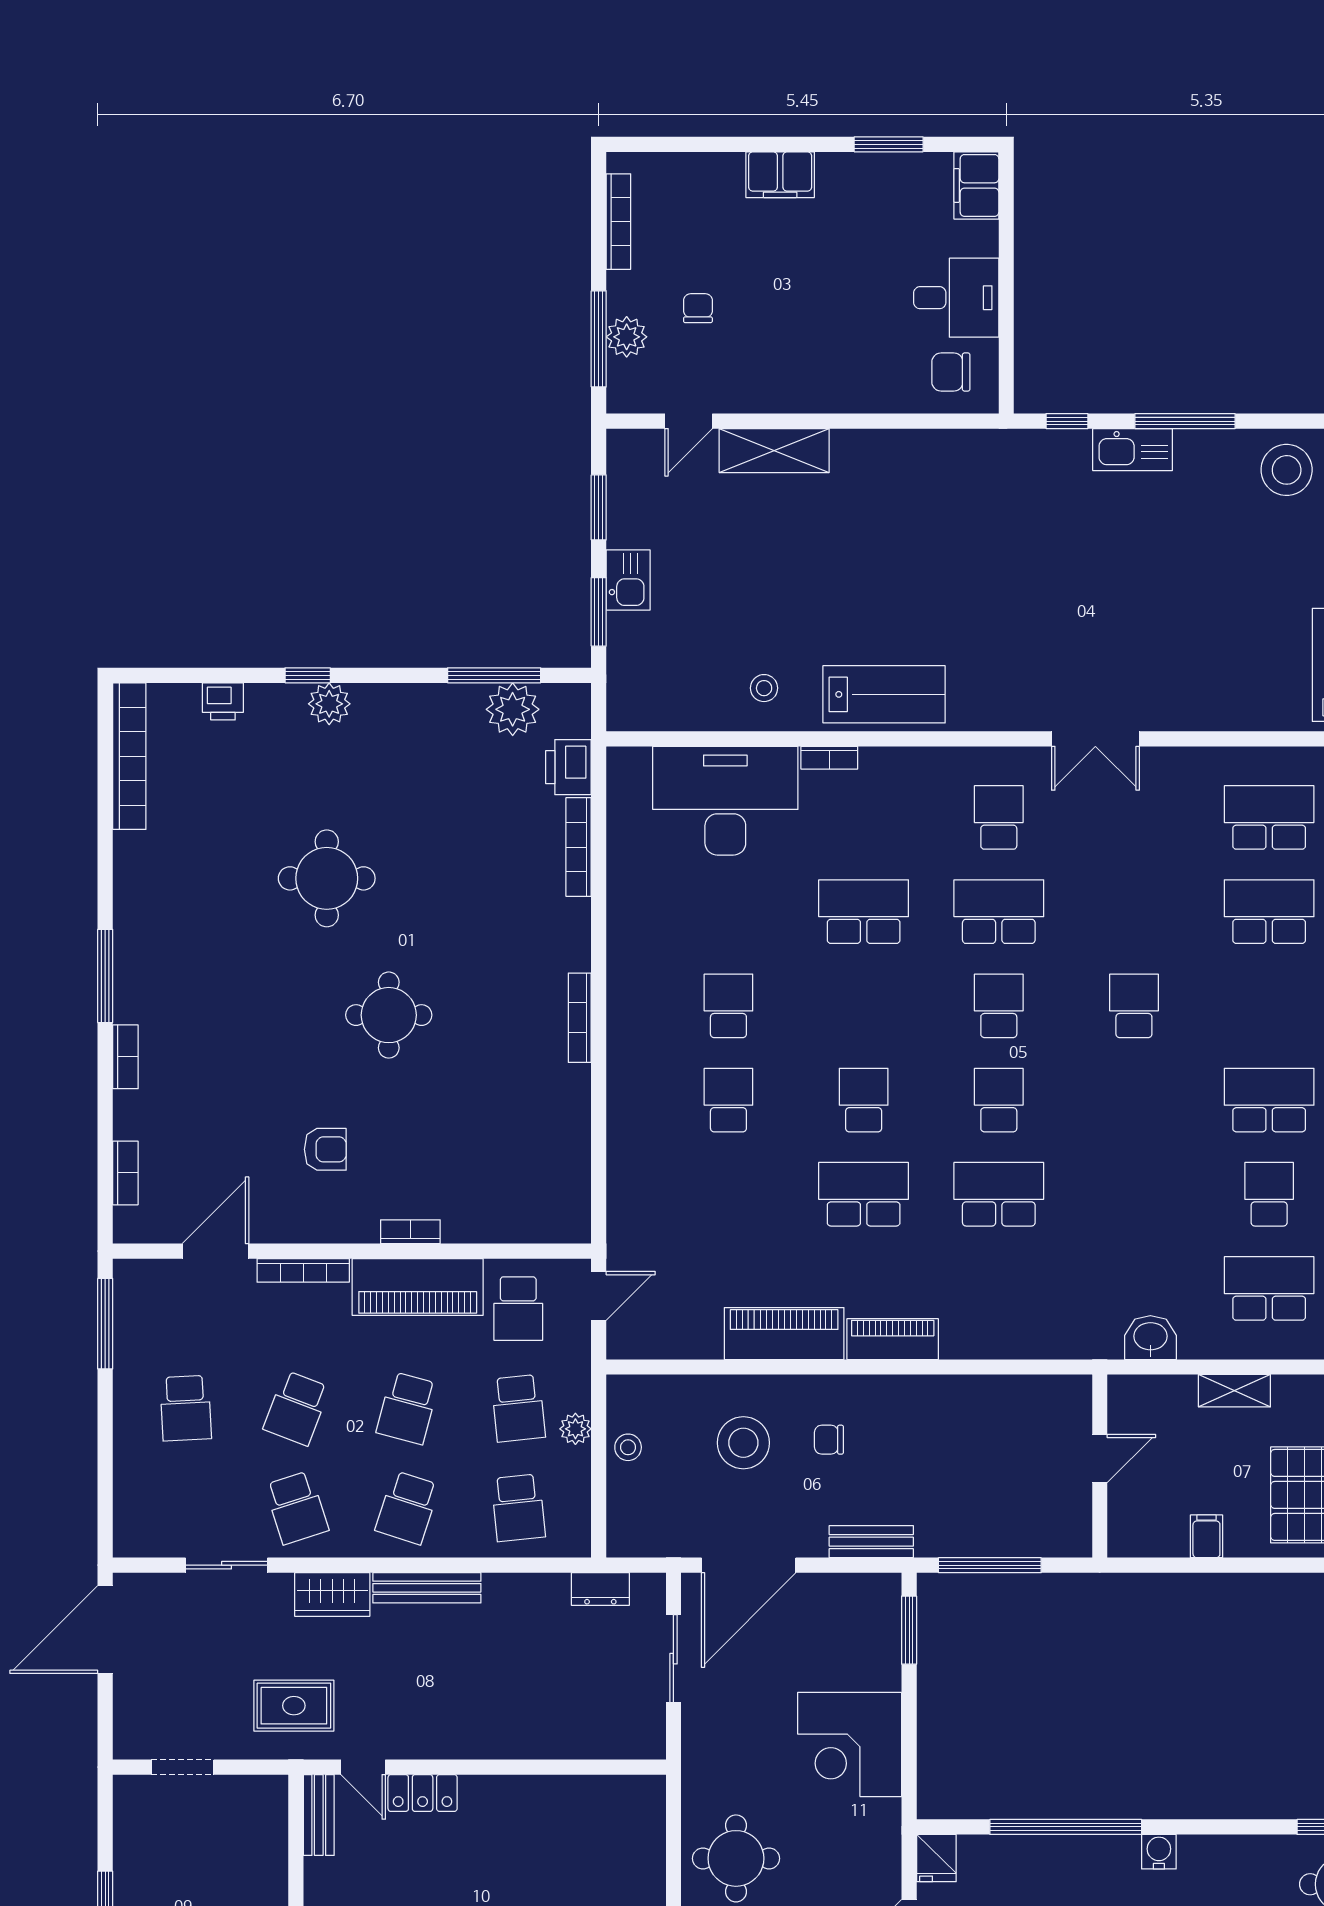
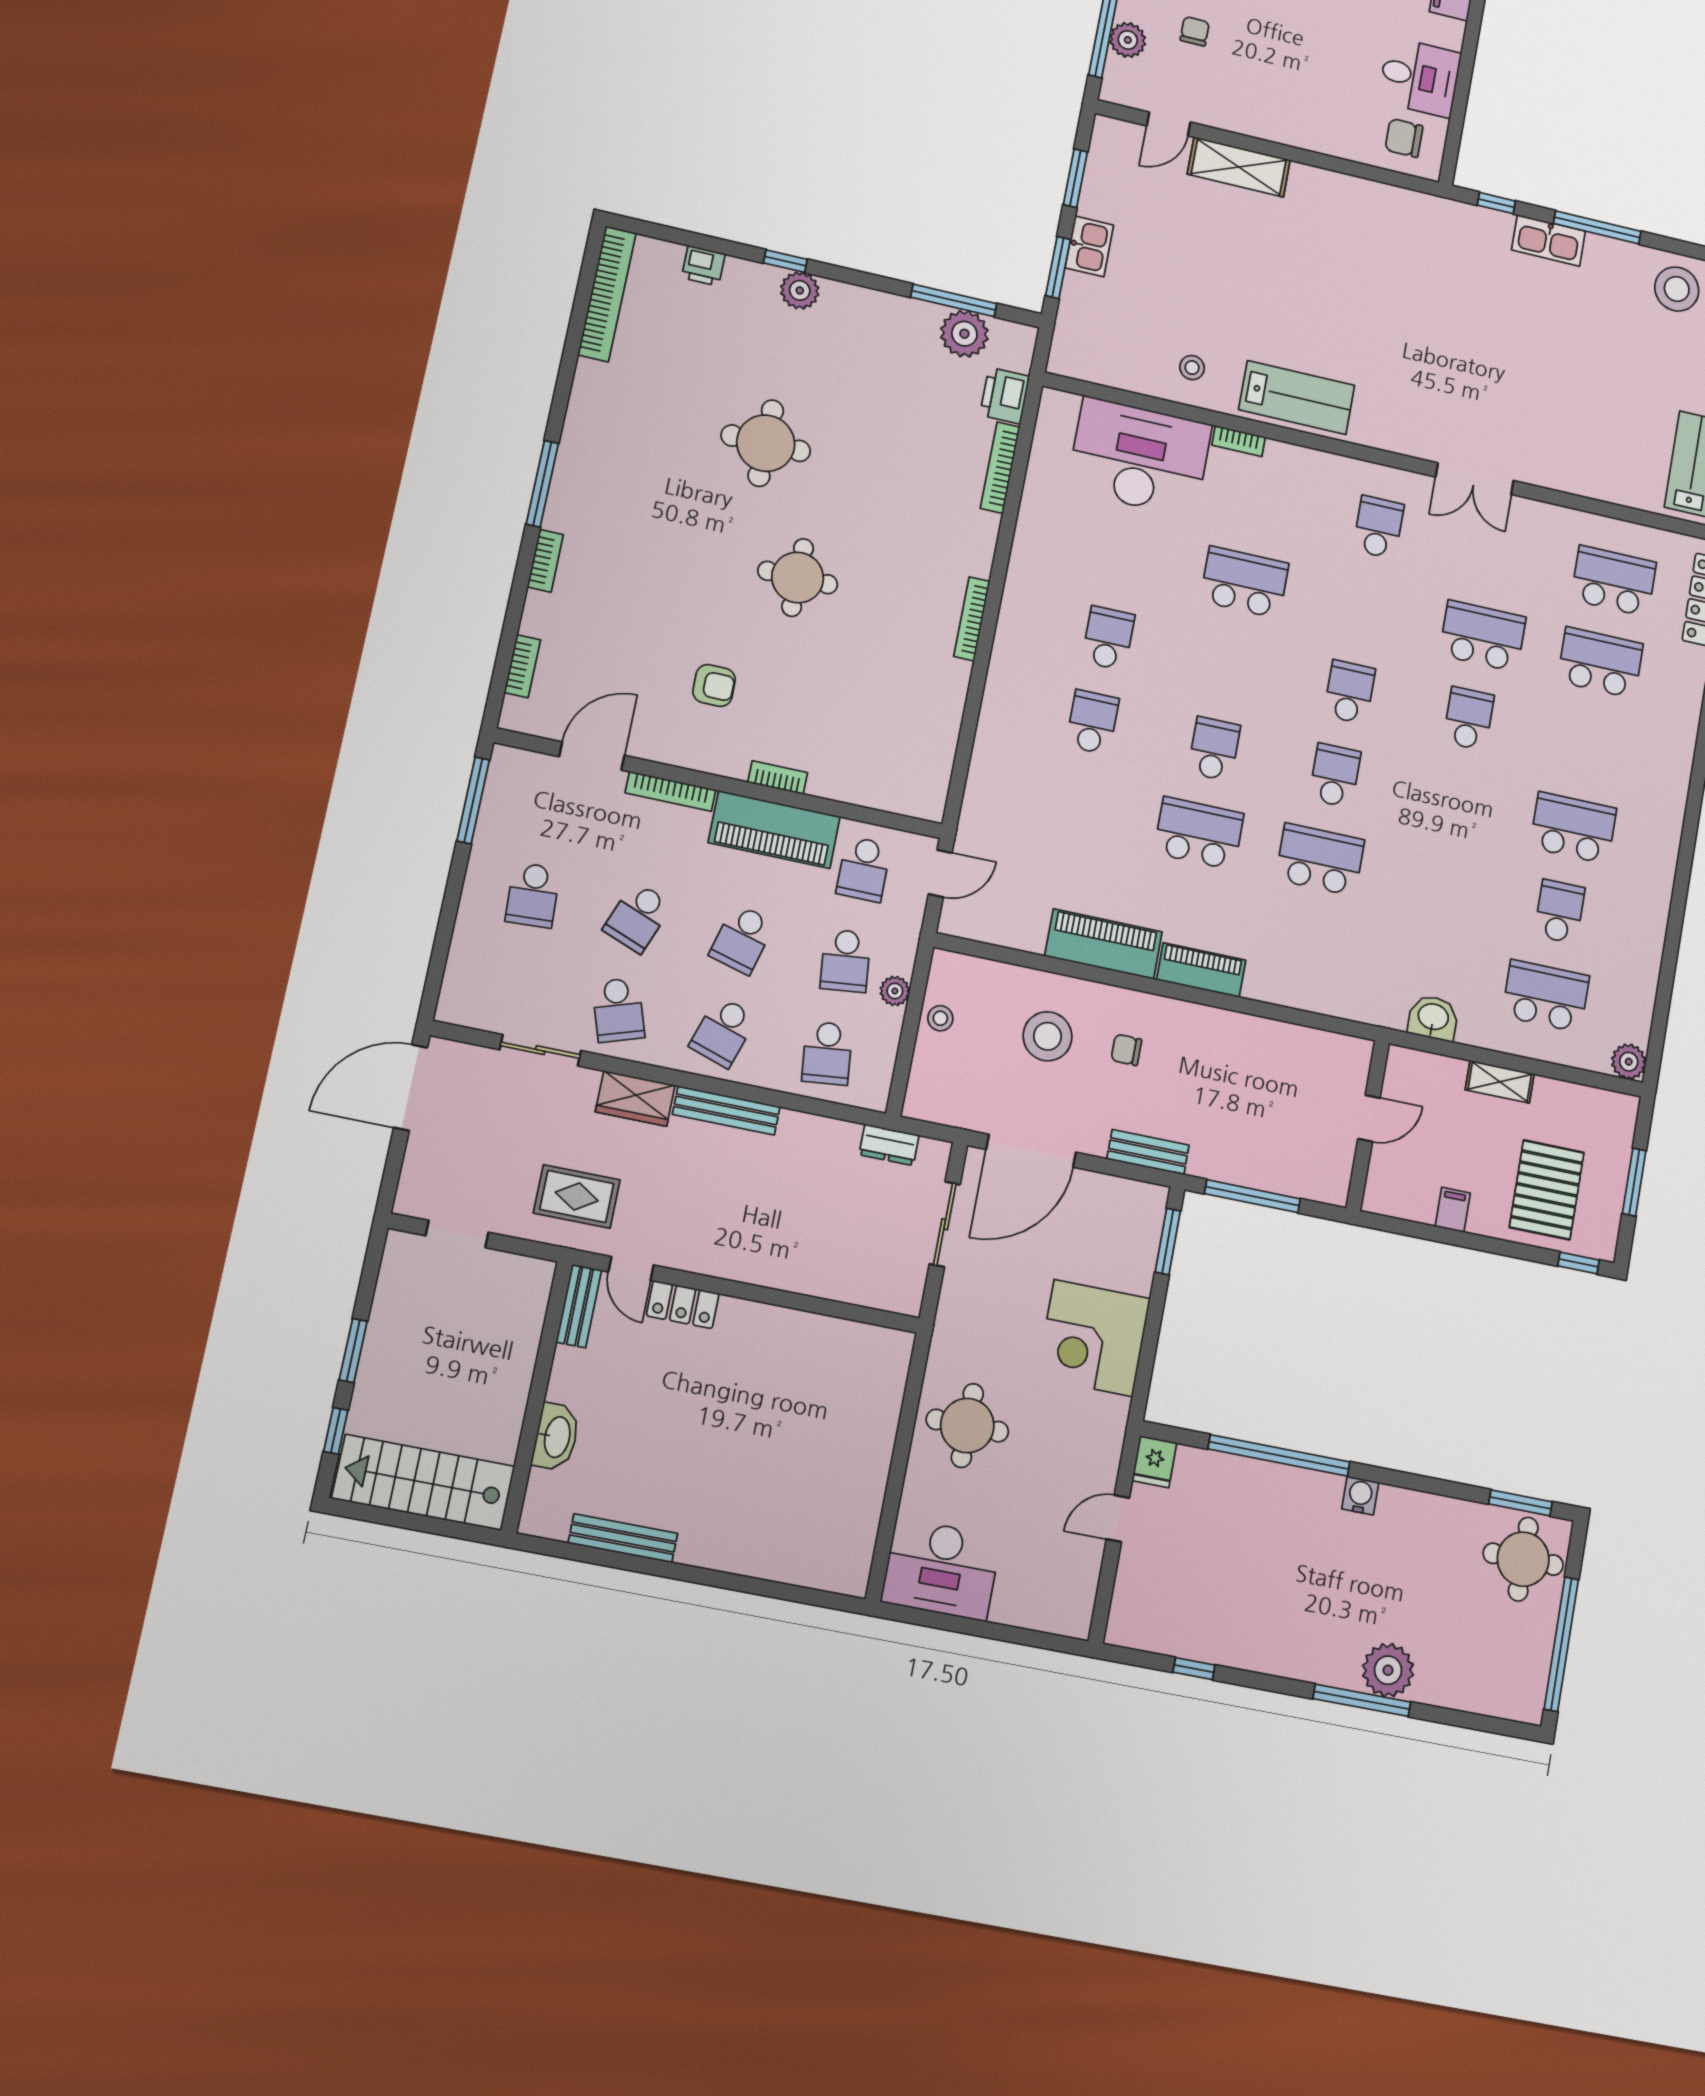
school desk: (999, 912) -> (1483, 636), moved

